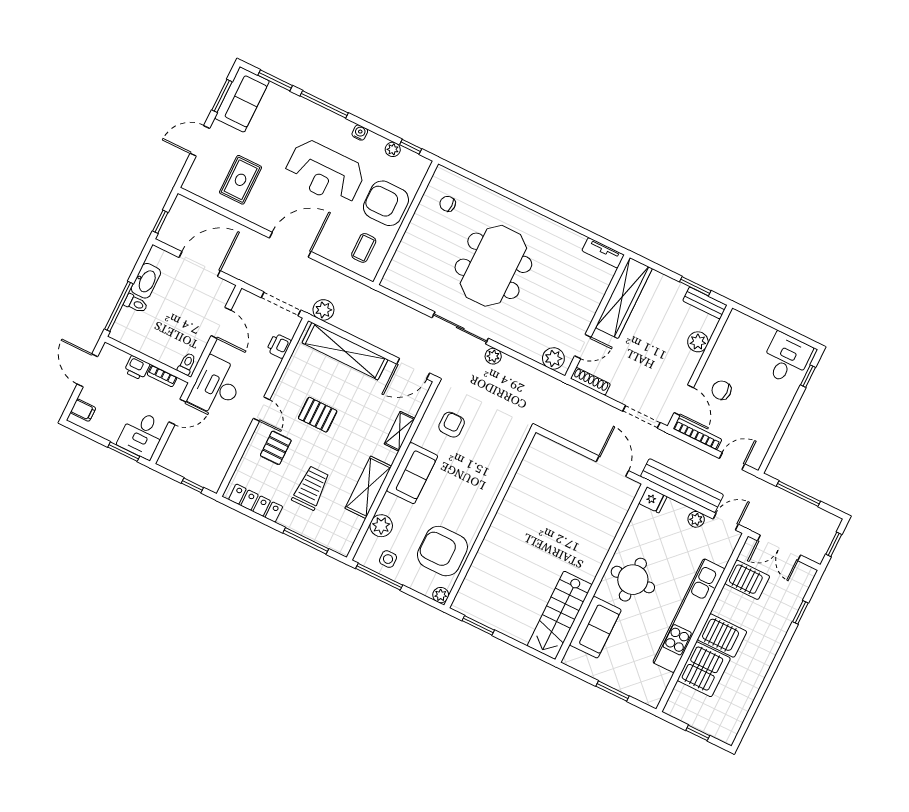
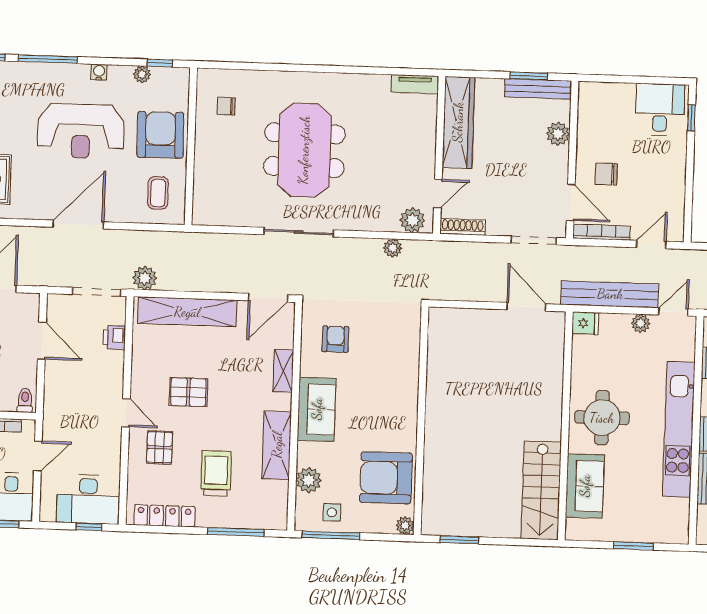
armchair: (386, 203) -> (160, 135), turned 89
bench: (705, 303) -> (538, 89), width x1.36
plant: (493, 356) -> (393, 248), moved
desk: (216, 386) -> (88, 499), moved, turned -90

